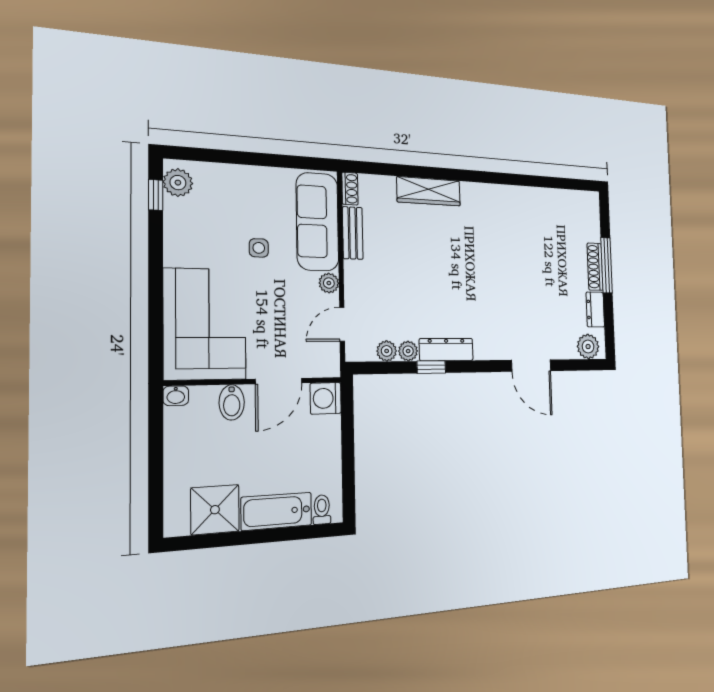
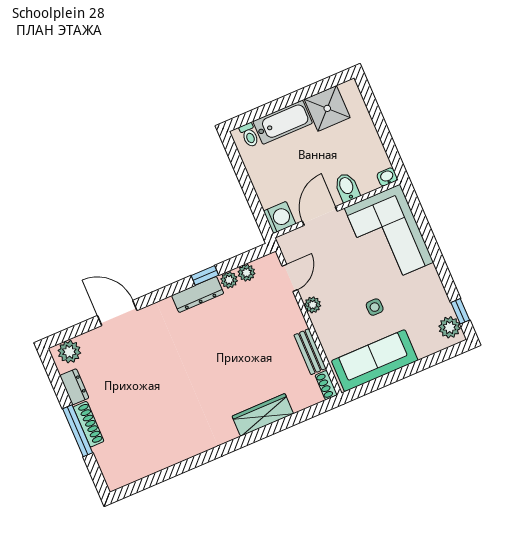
sofa: (317, 222) -> (375, 361), moved, turned -90

